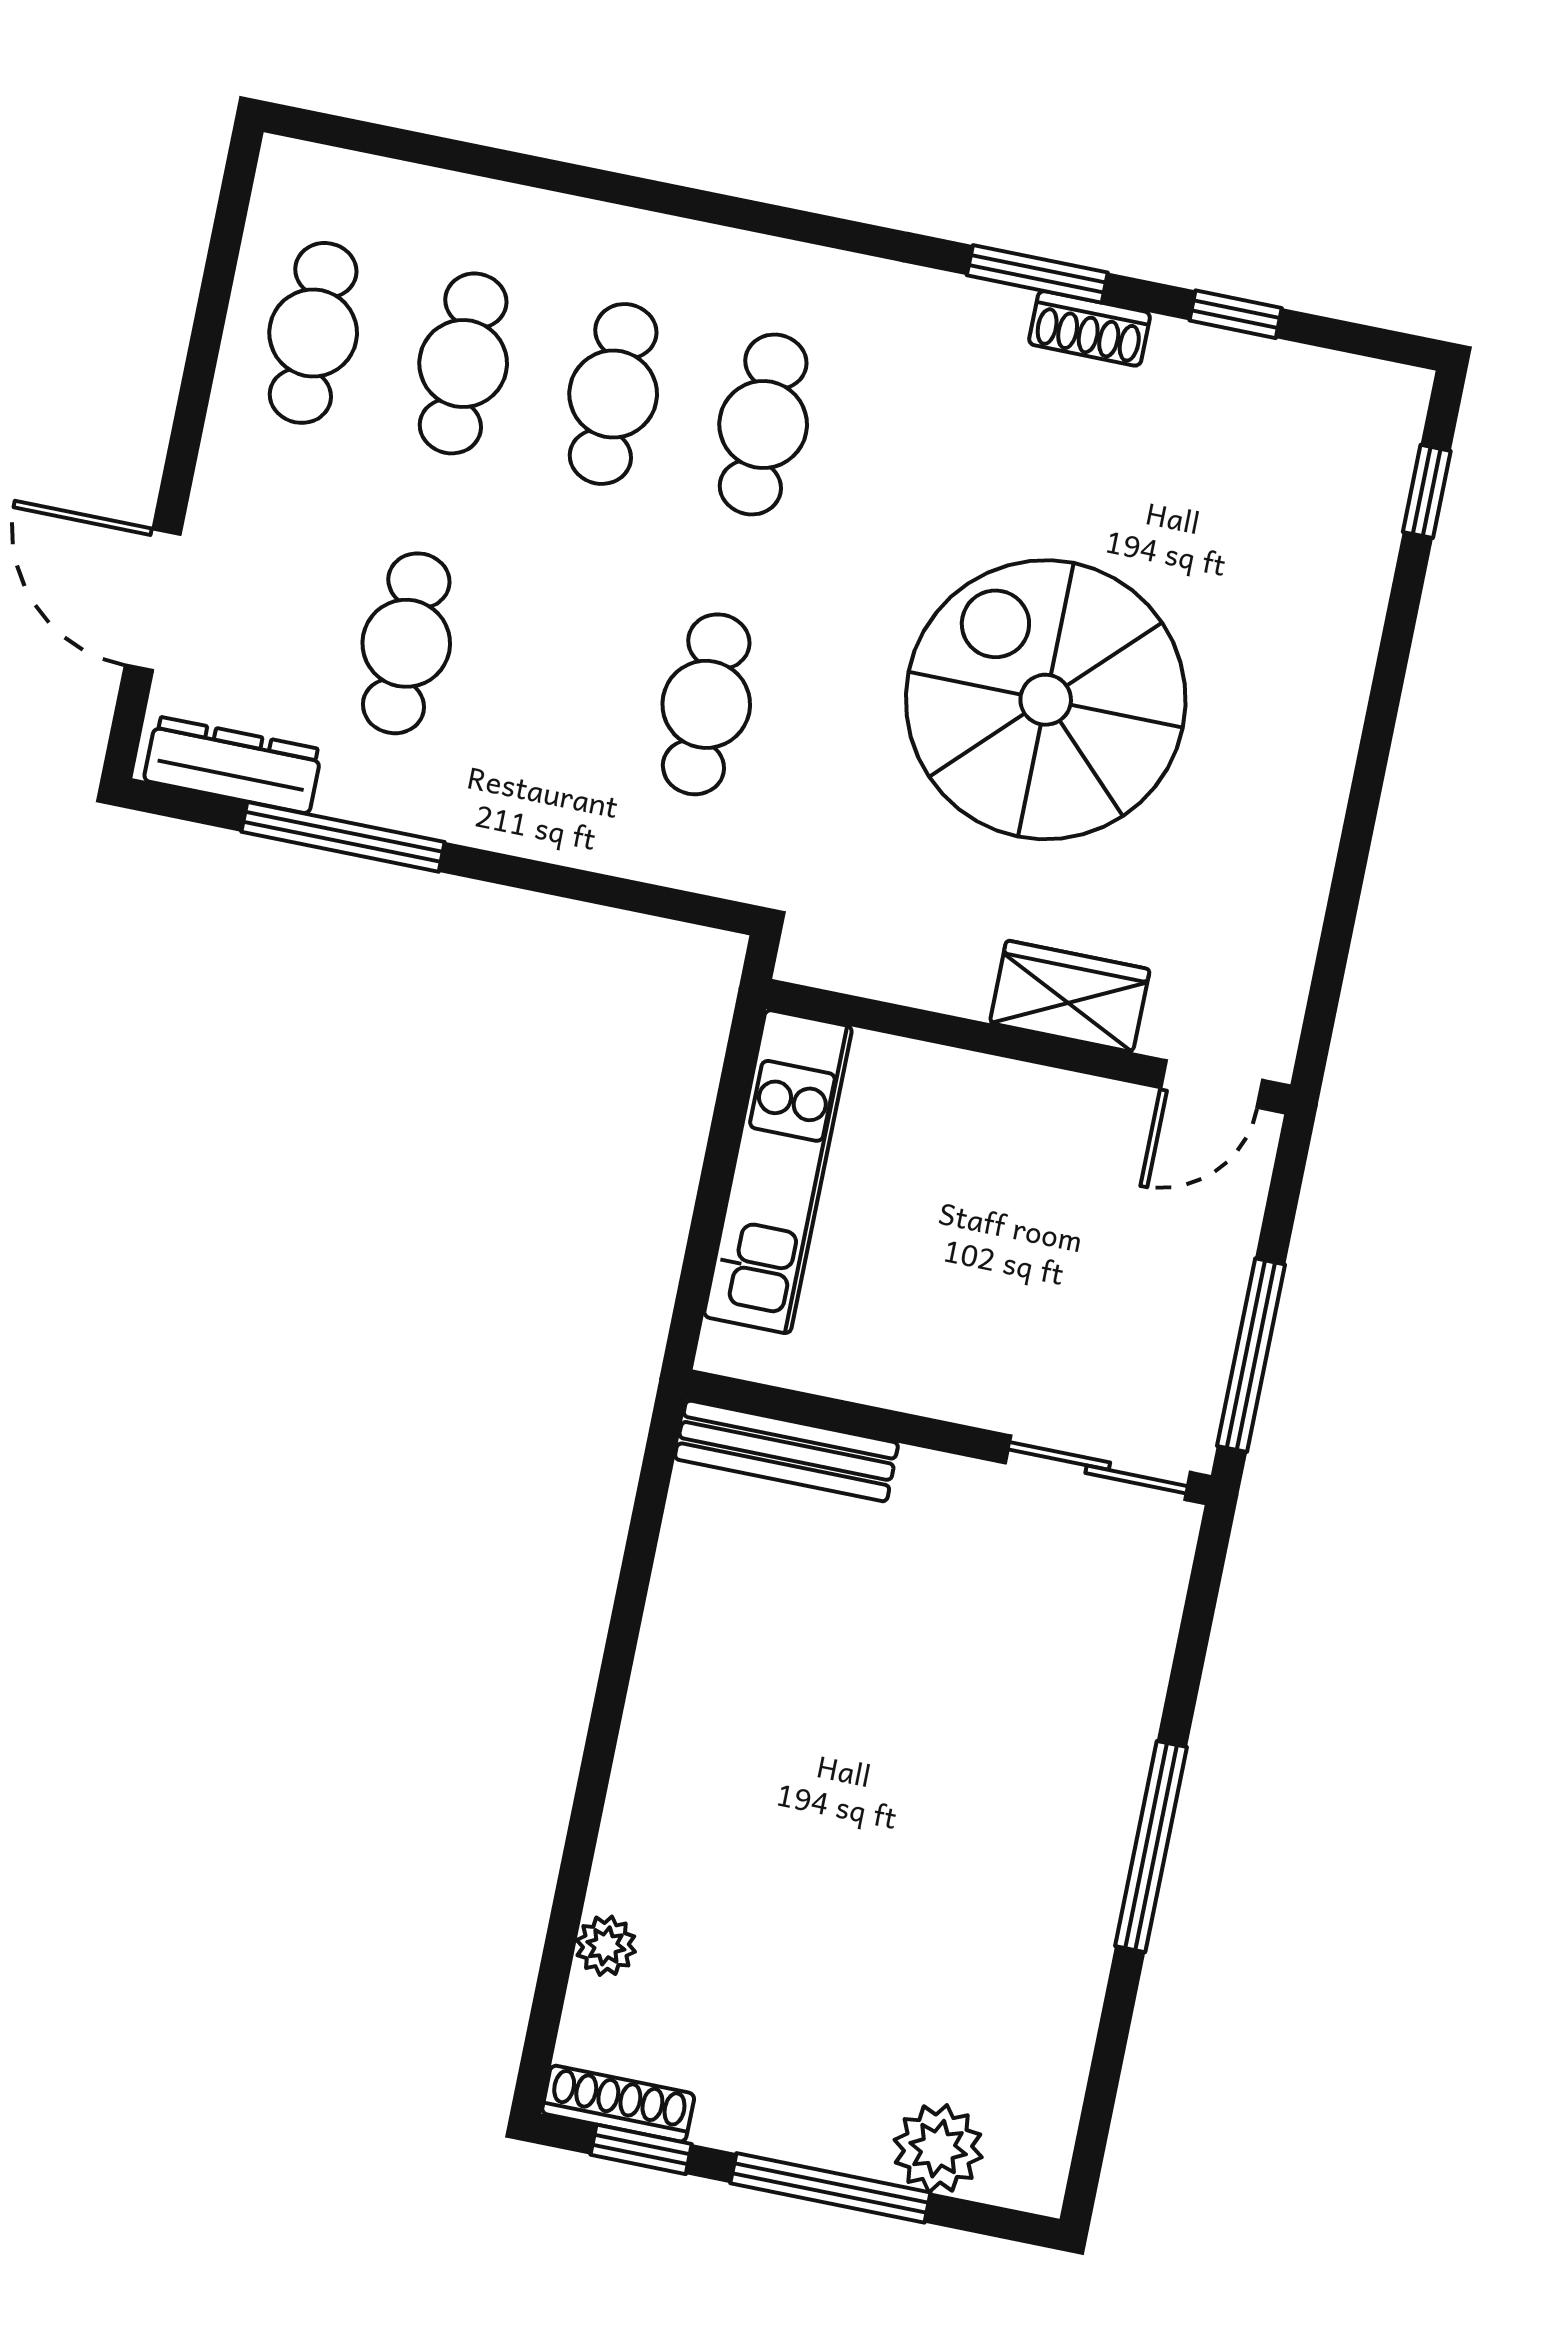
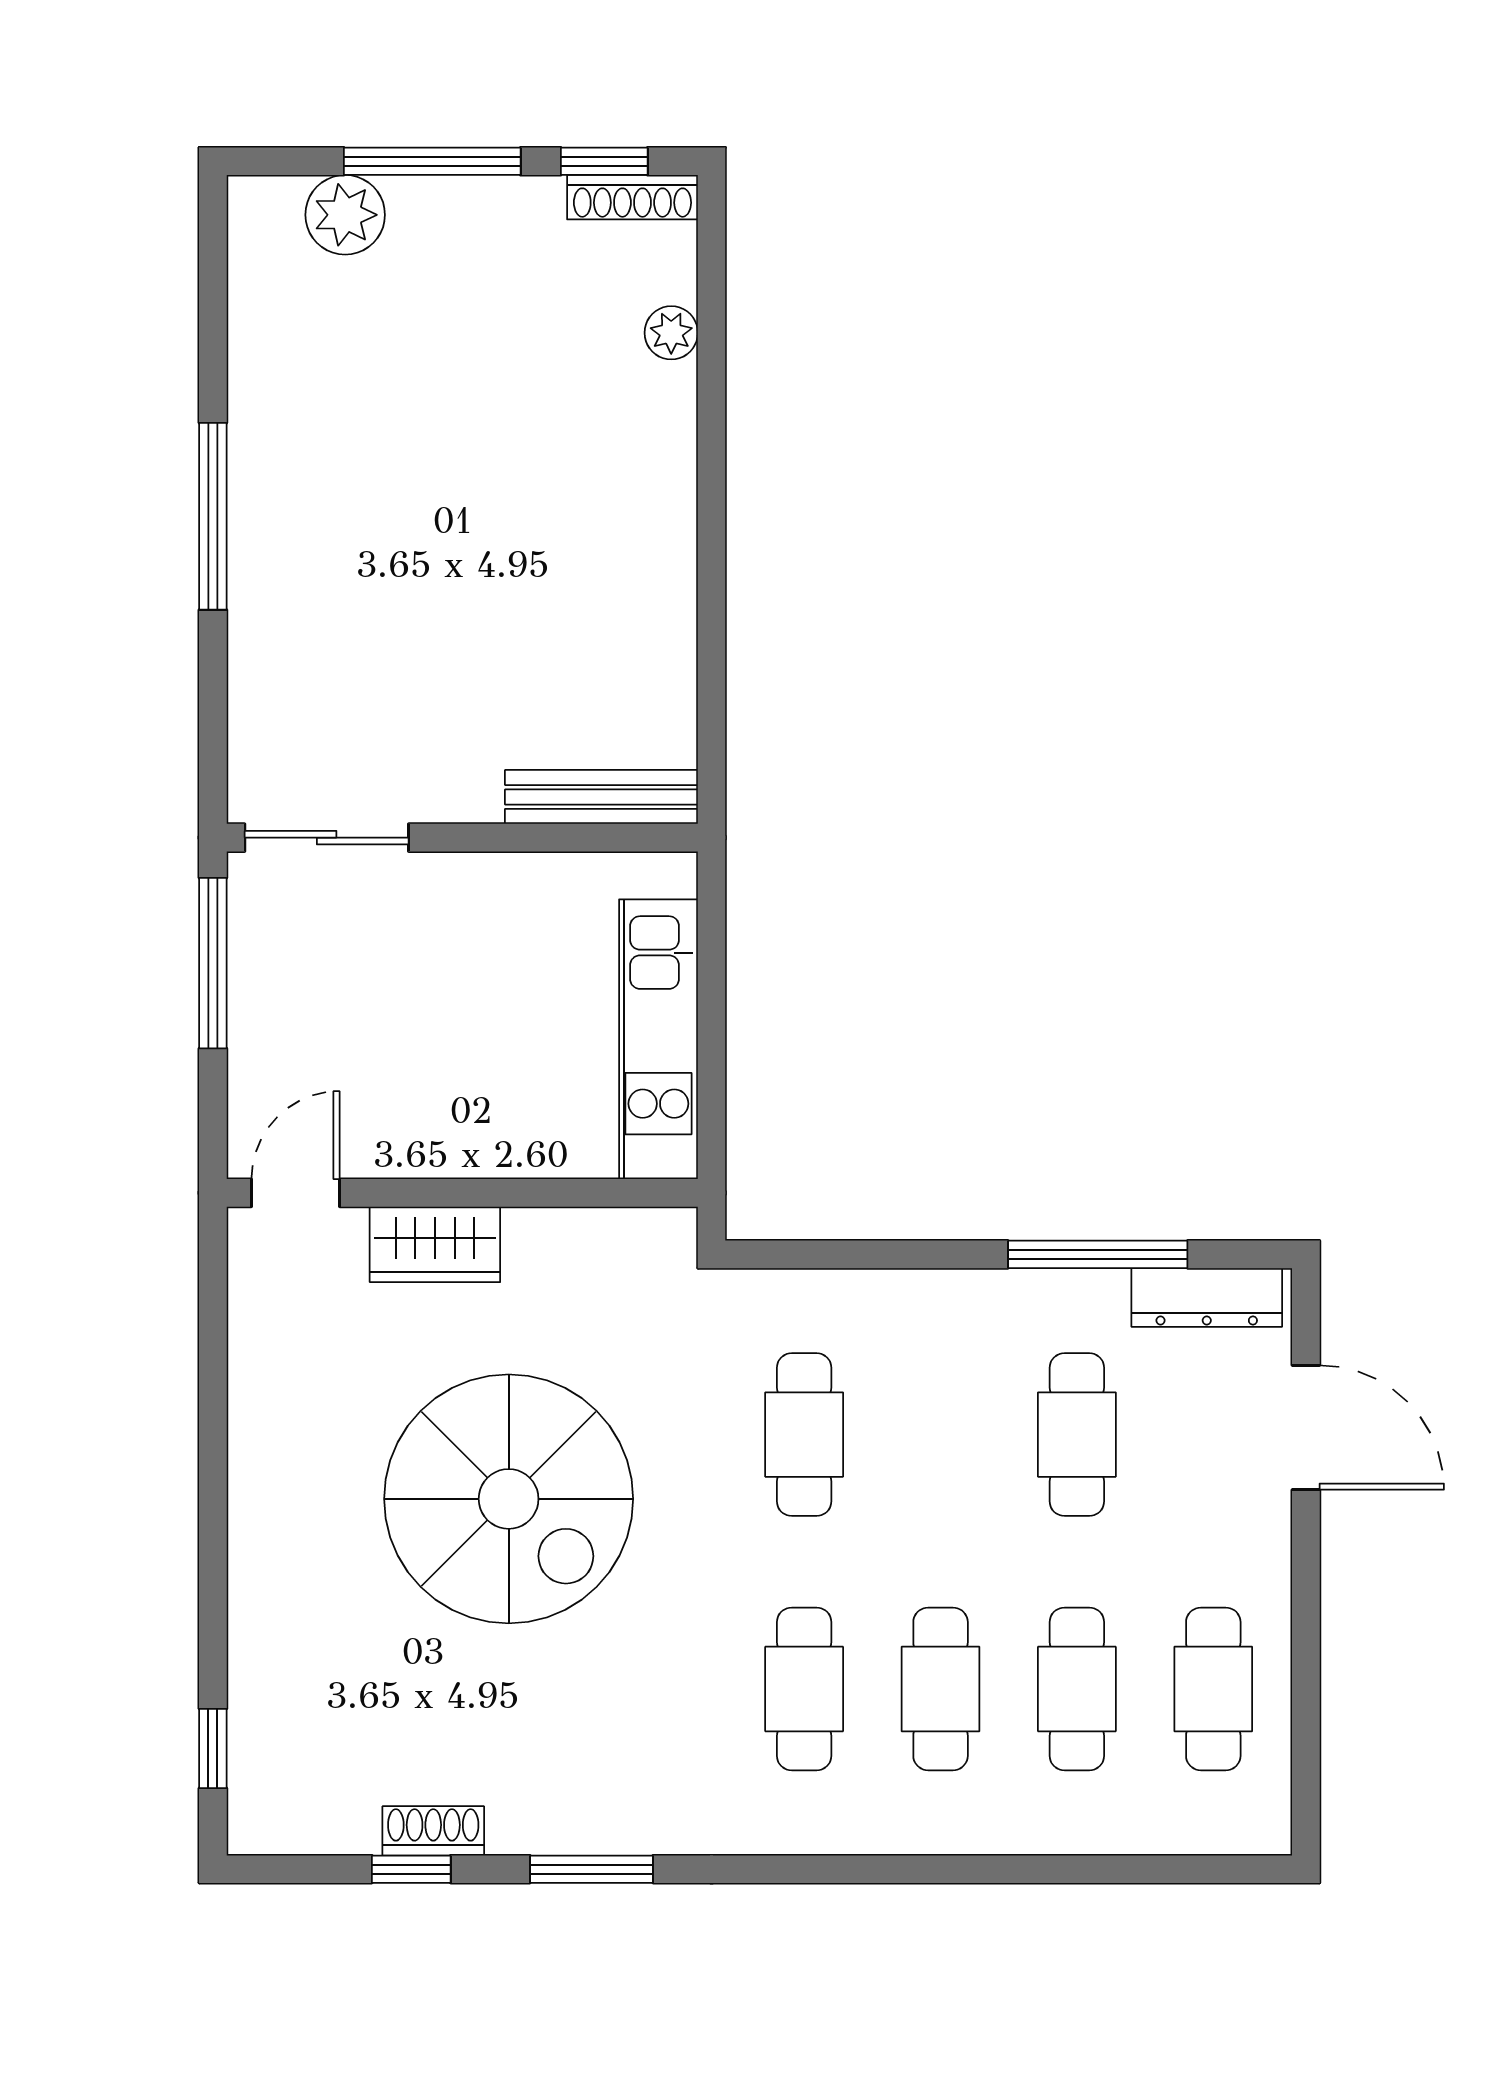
shoe rack: (1090, 328) -> (433, 1831), moved

